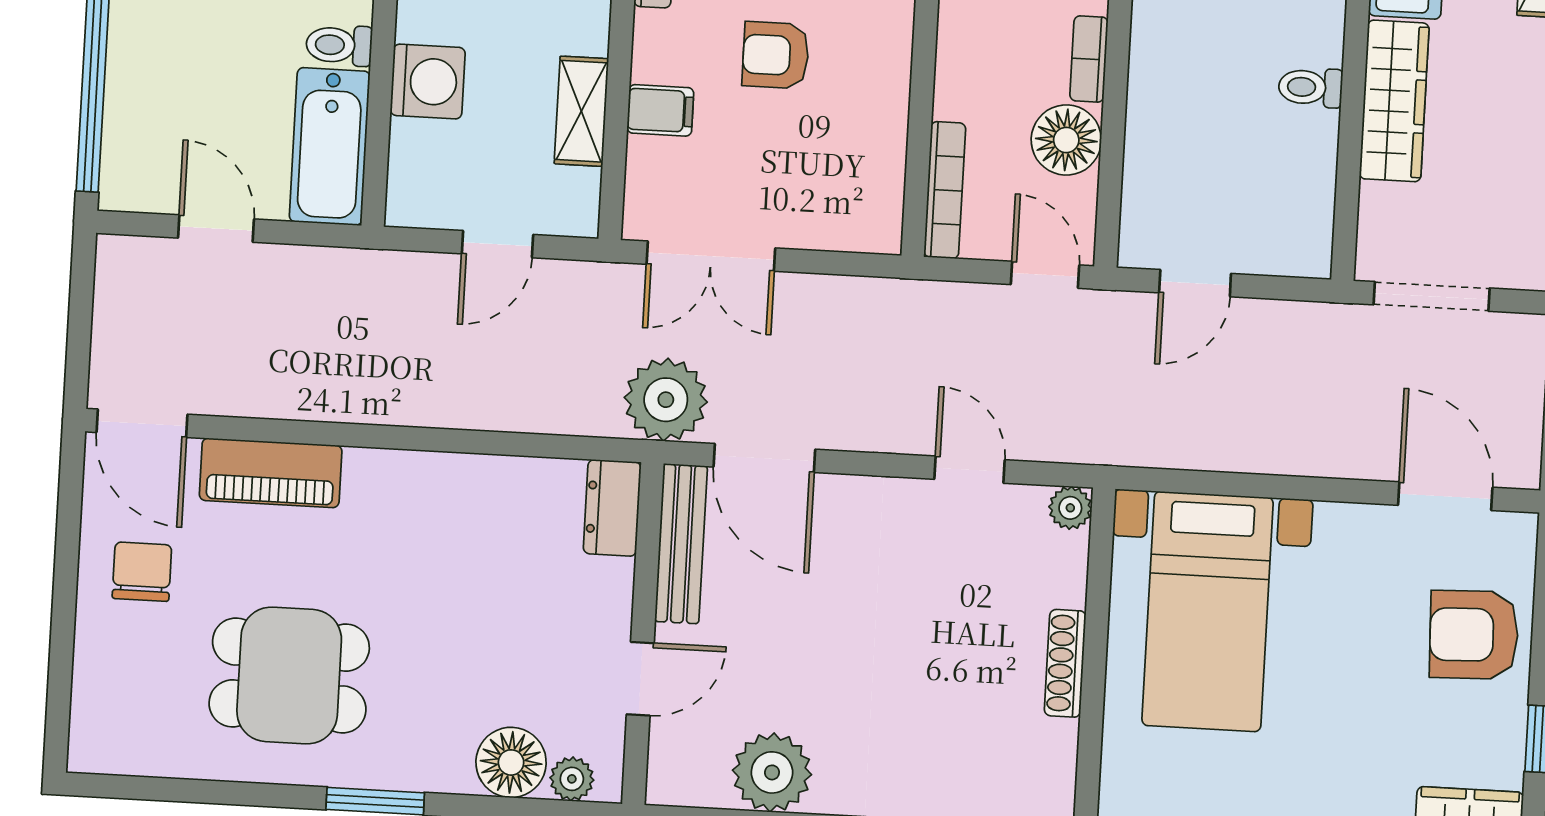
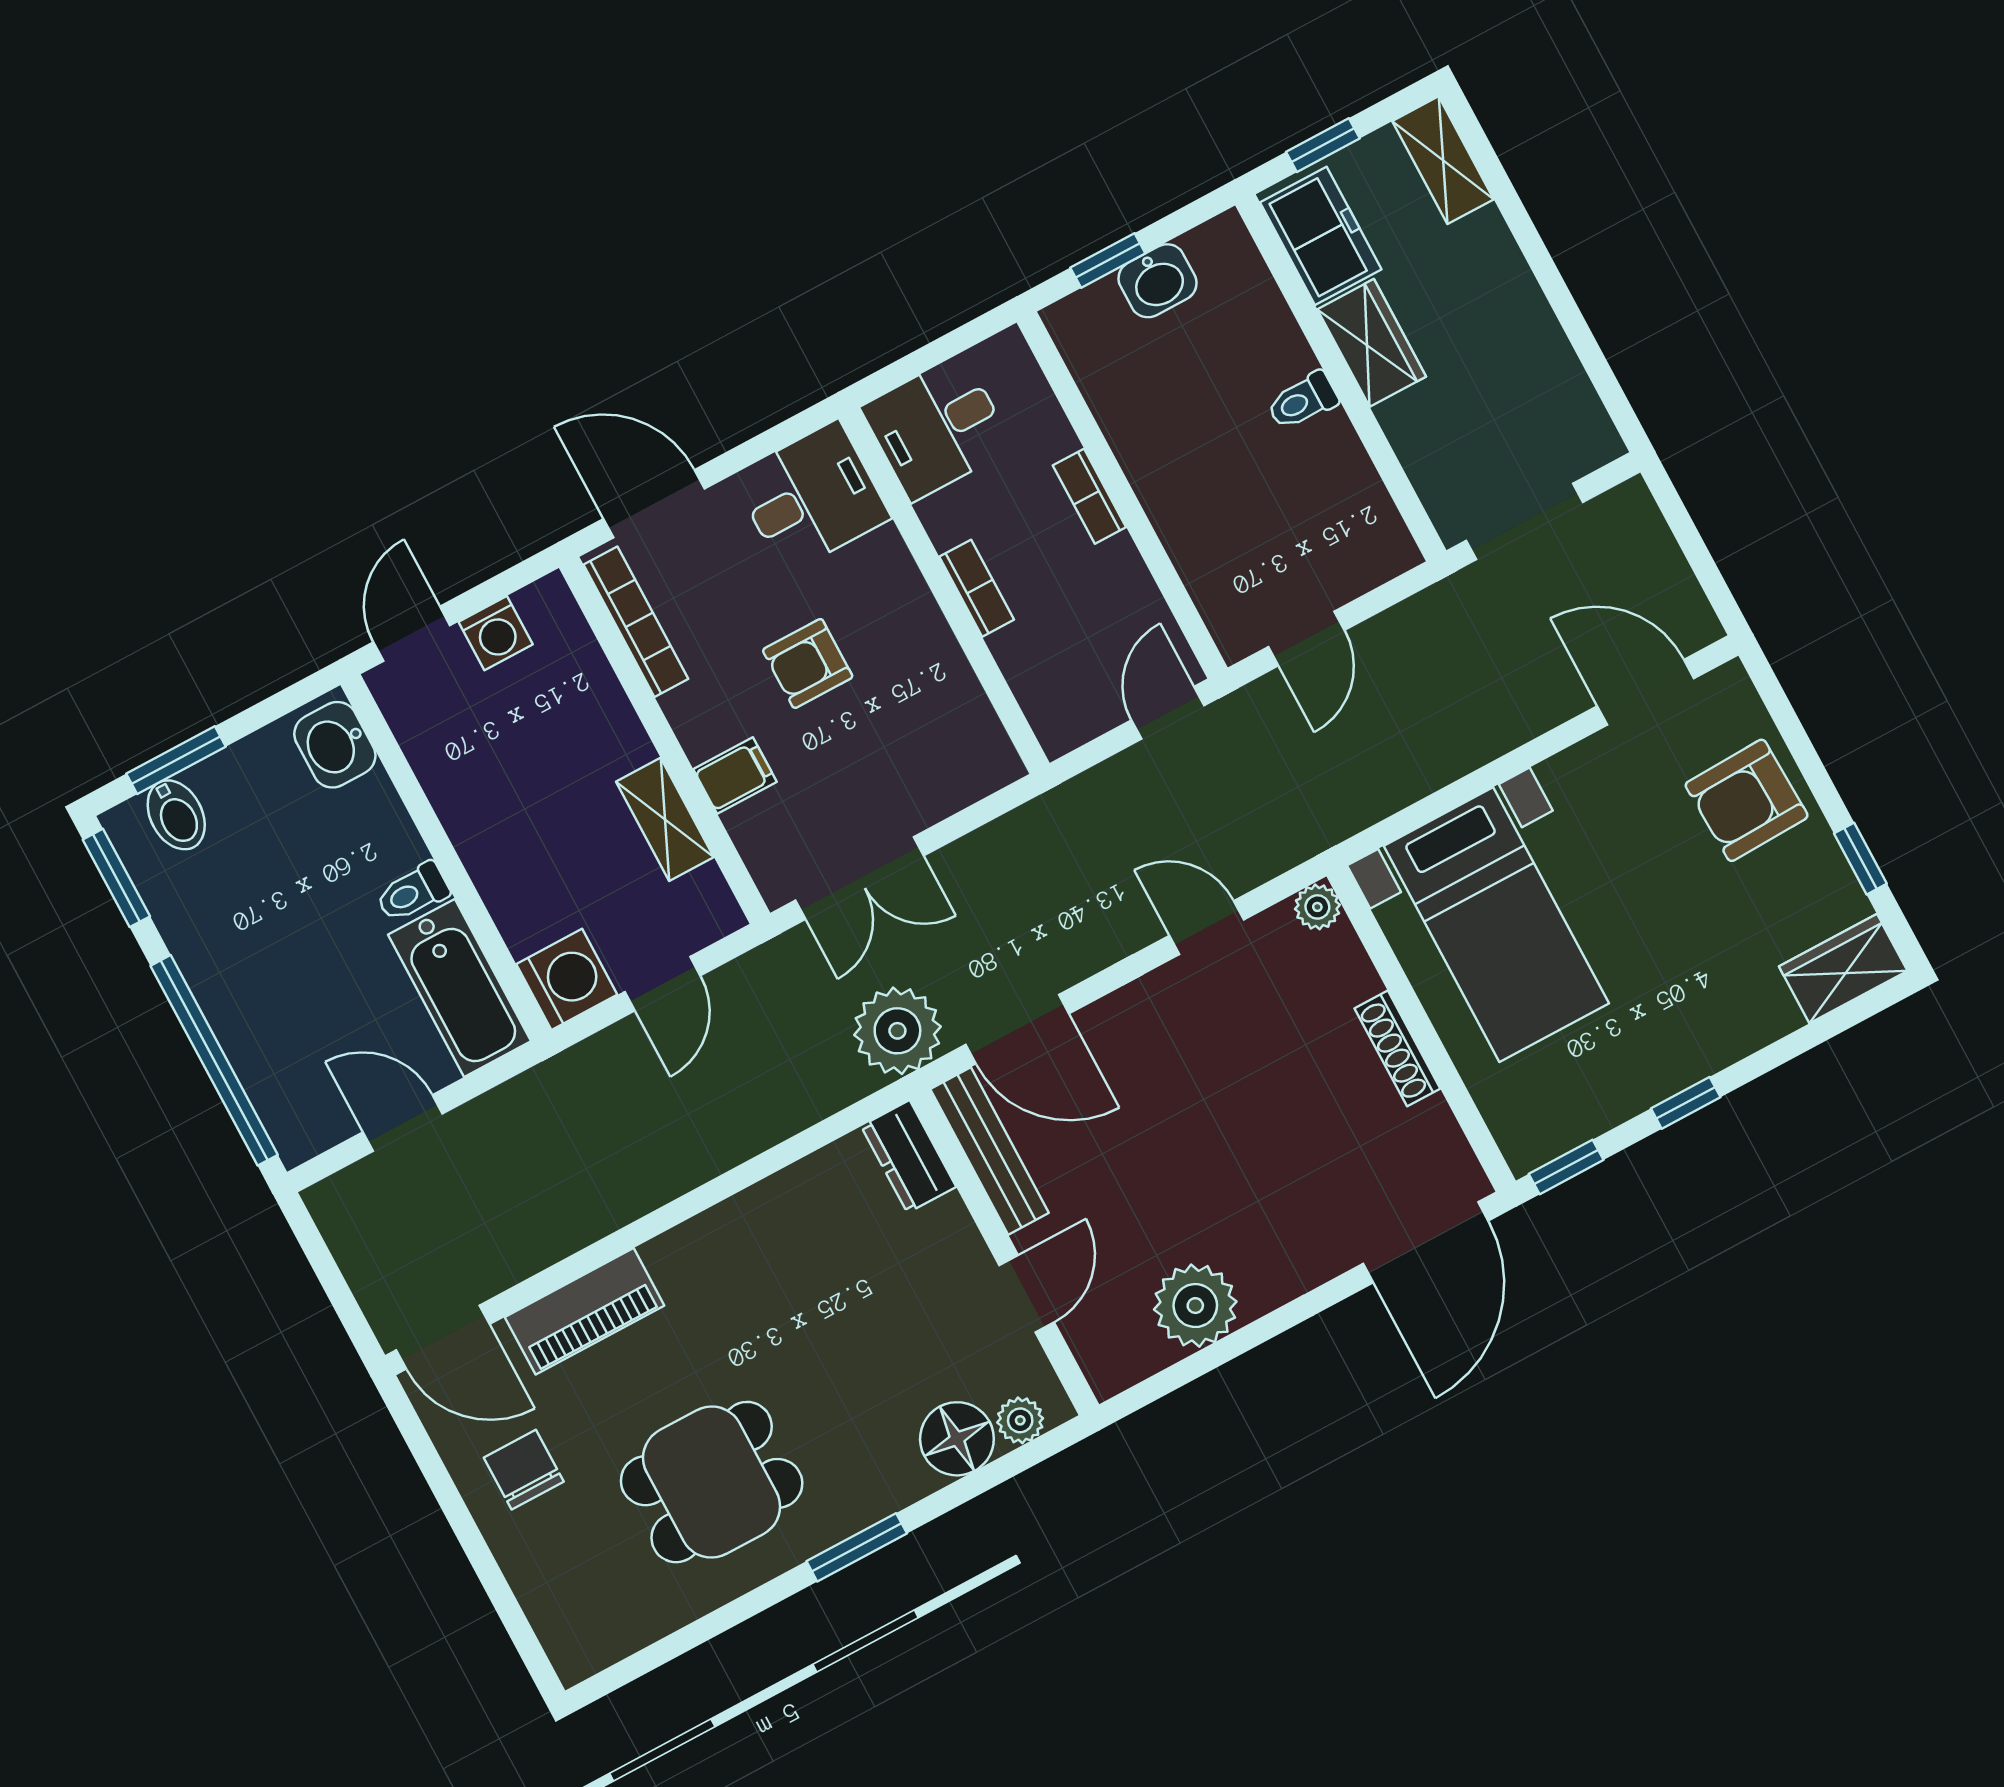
washing machine: (428, 81) -> (567, 979), moved
wardrobe: (1394, 101) -> (1372, 343), width x0.67
floor lamp: (1066, 140) -> (1113, 581), removed
bookcase: (945, 190) -> (977, 588), moved, width x0.64
door: (1045, 275) -> (1168, 713), hinge flipped

